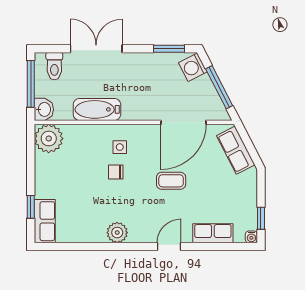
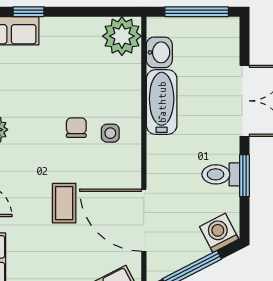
window: (169, 49) -> (245, 176), moved
toilet: (54, 66) -> (221, 174), moved
washbasin: (44, 109) -> (159, 52), moved, turned -90

